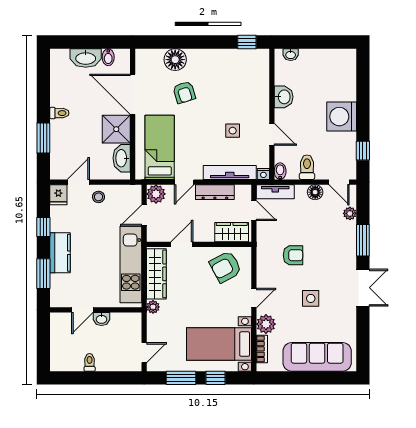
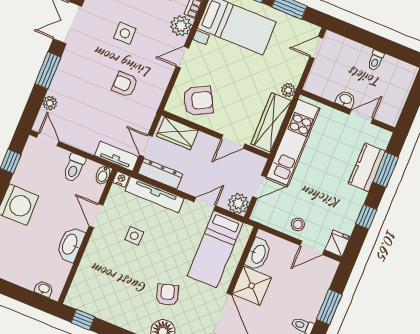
washbasin: (284, 97) -> (70, 244), width x1.38
dresser: (215, 192) -> (160, 174), moved
floor lamp: (315, 192) -> (76, 139), removed
kitchen counter: (60, 253) -> (367, 167), moved

